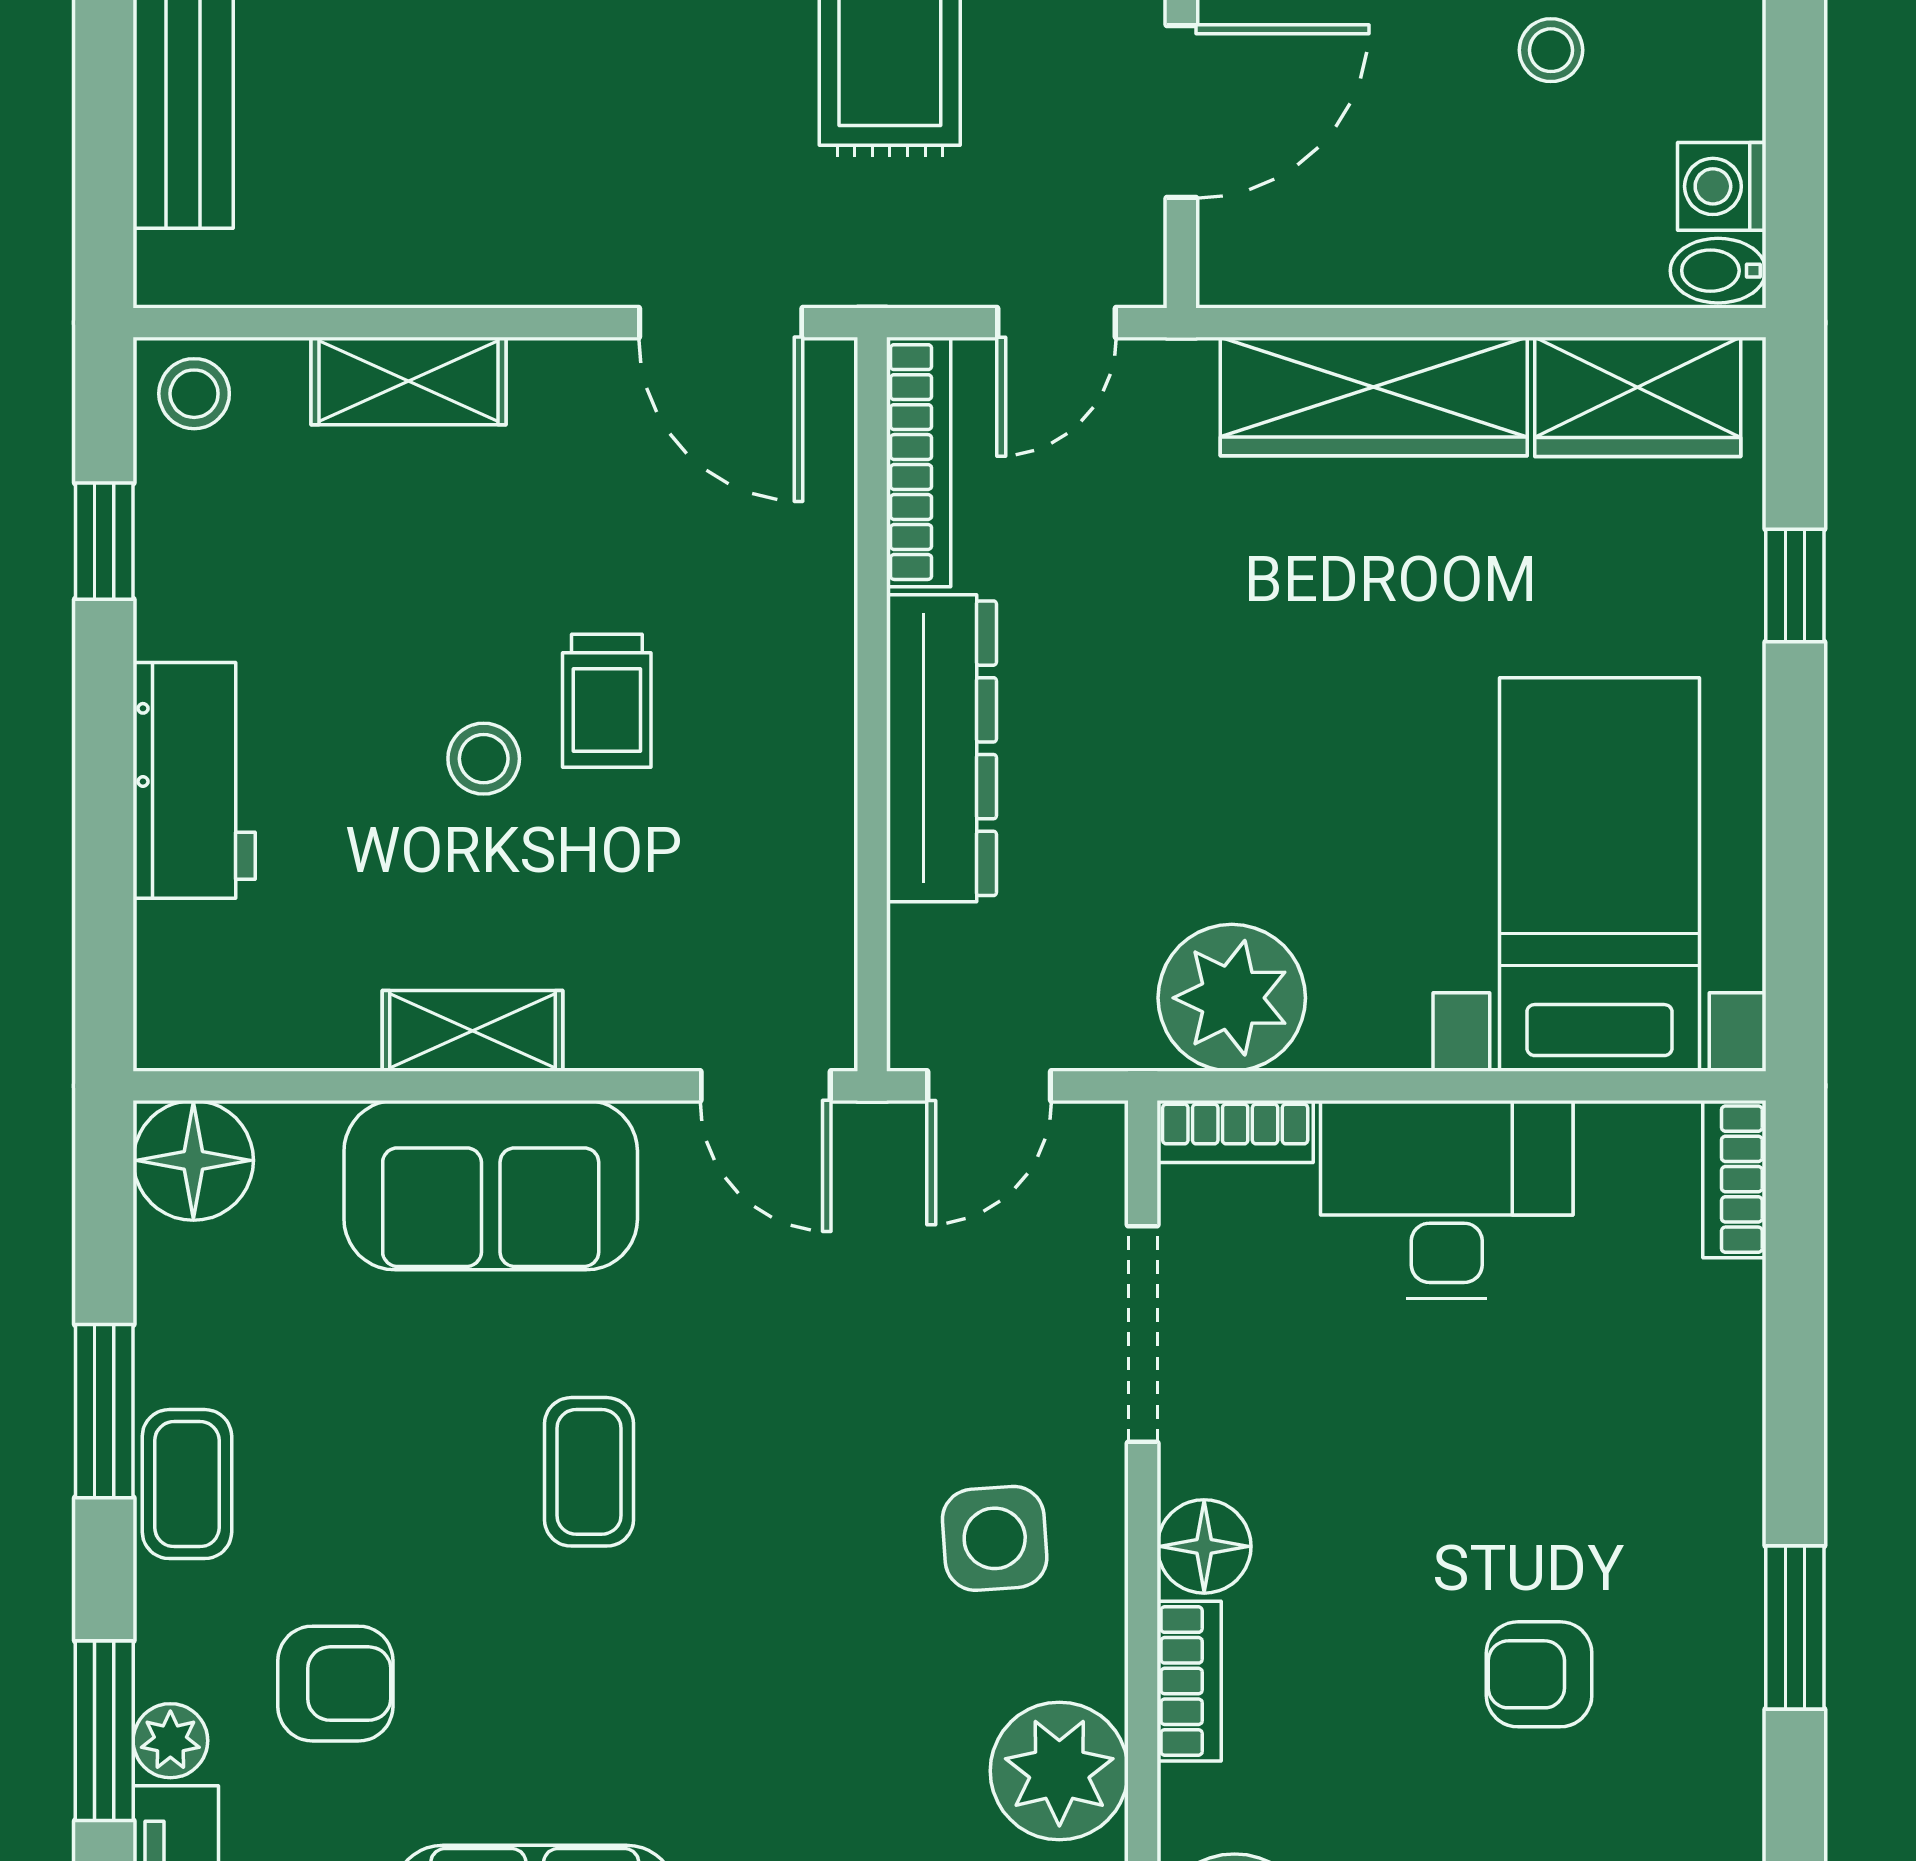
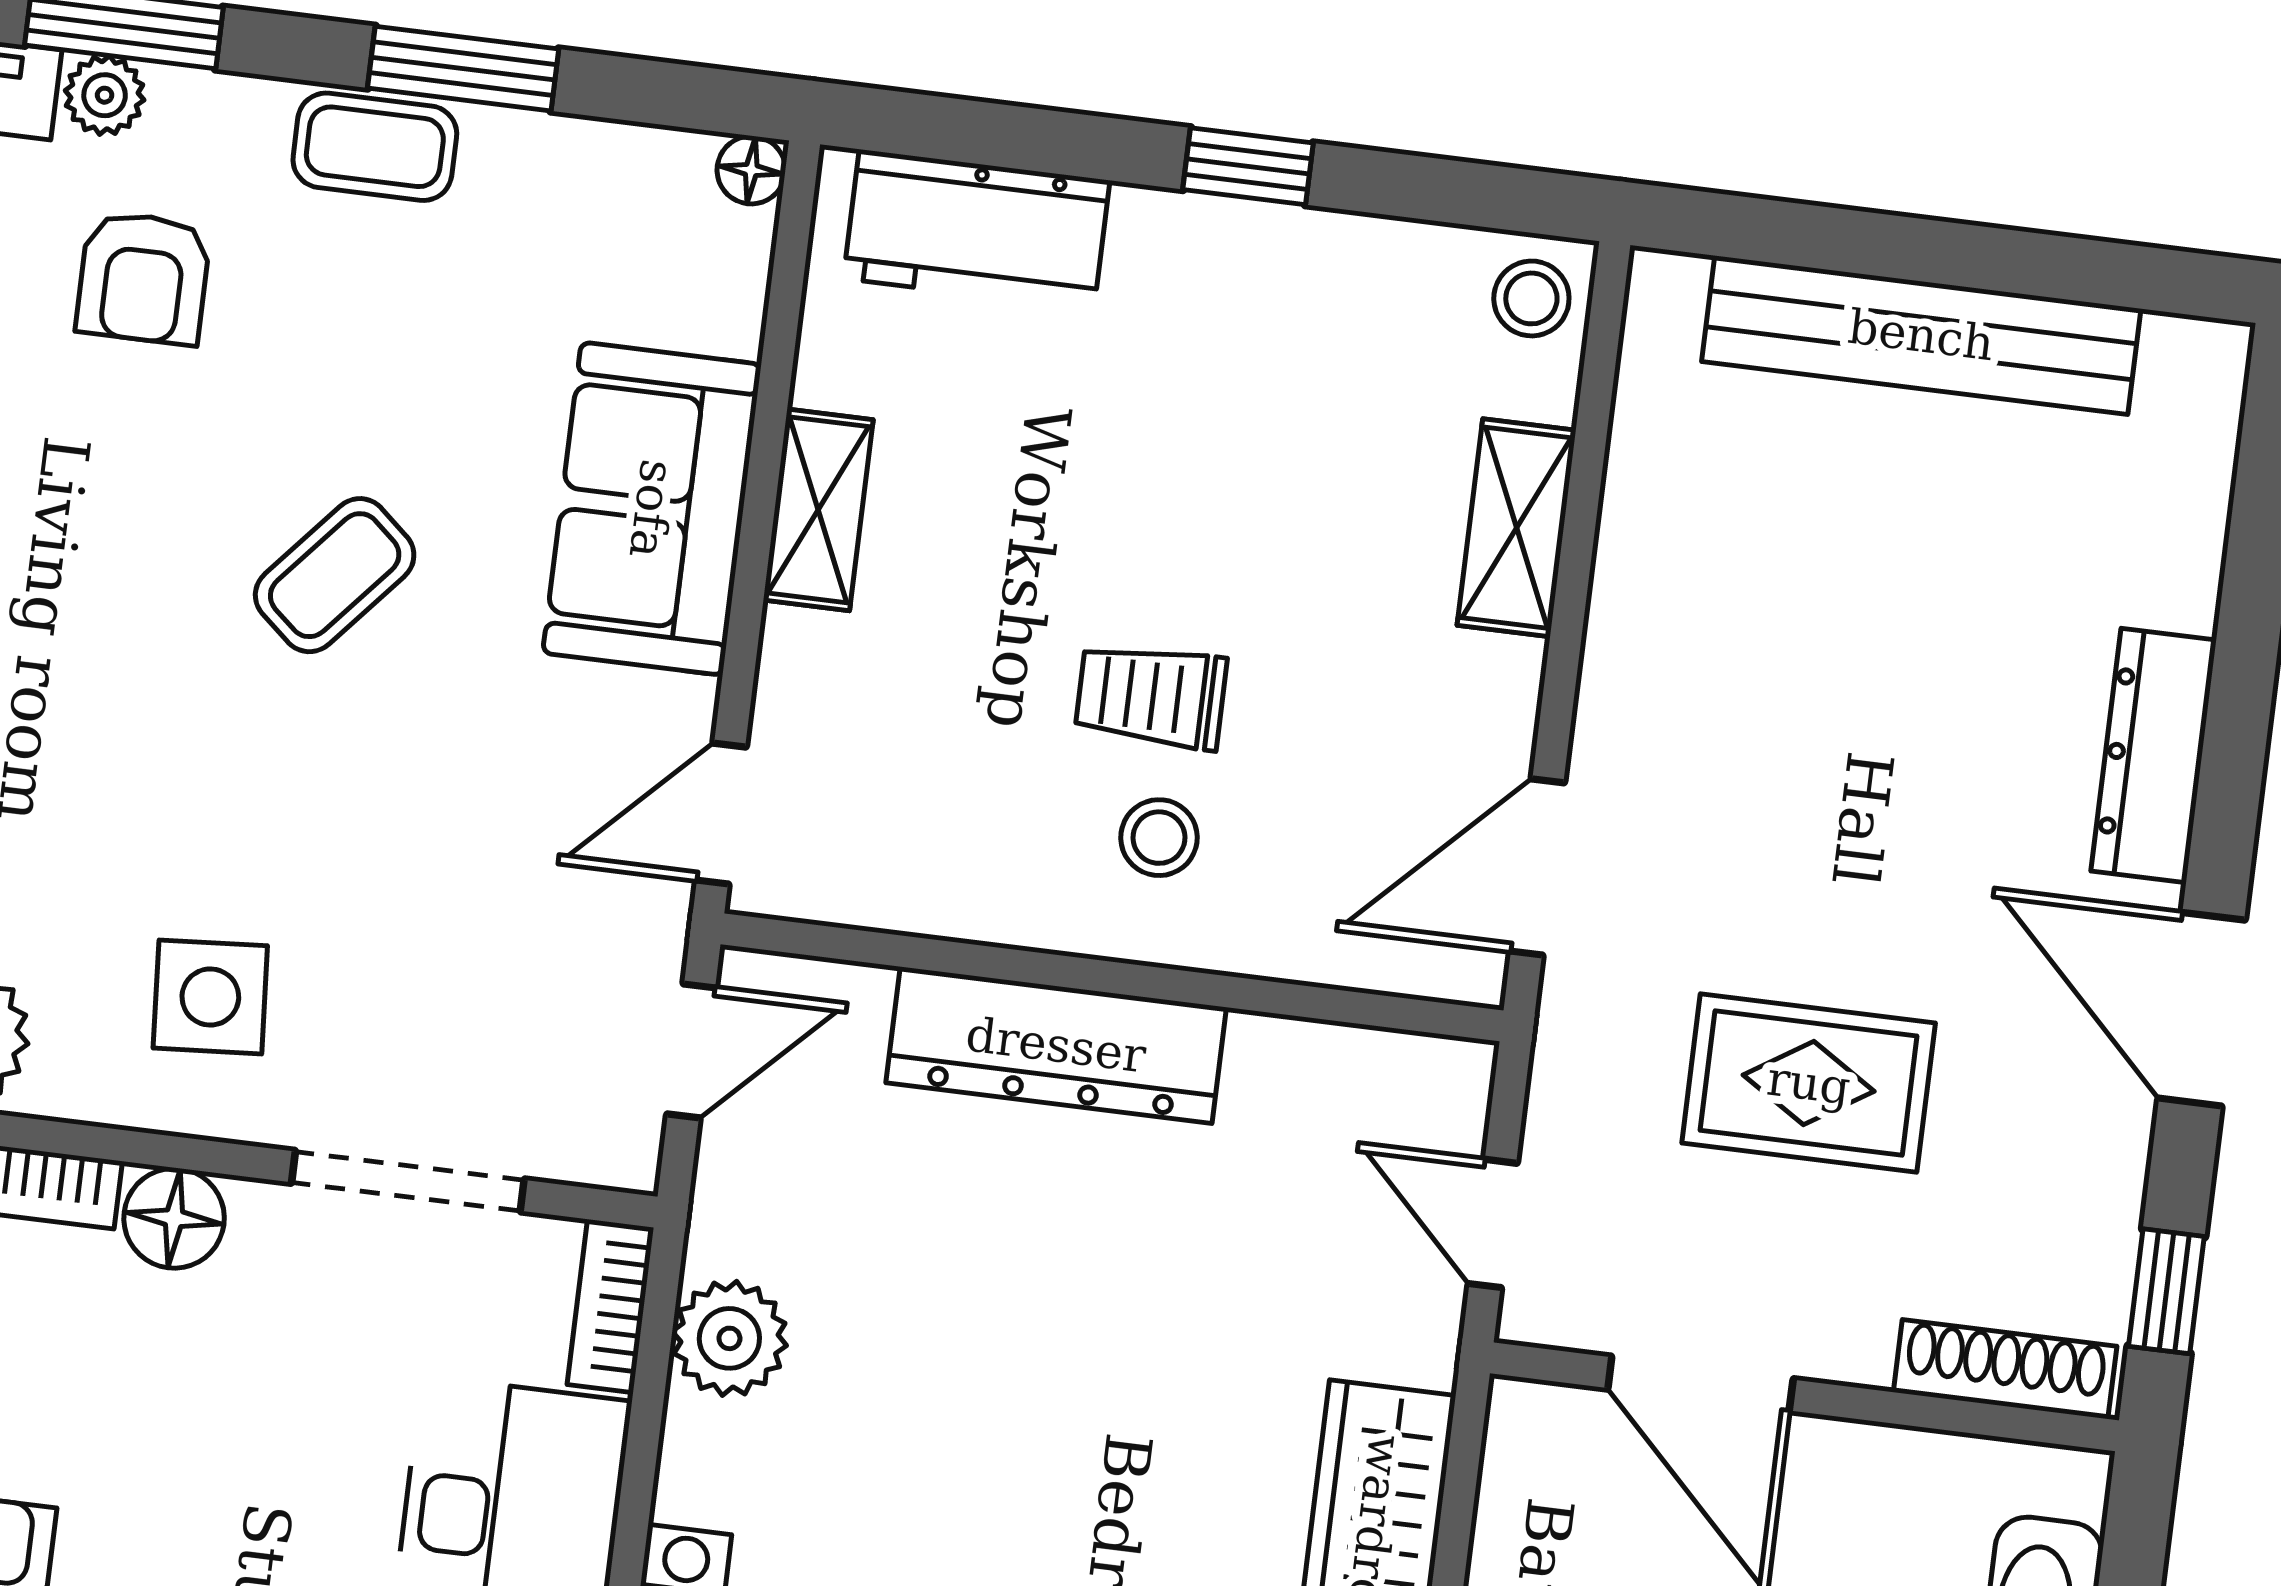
bookcase: (919, 462) -> (1363, 1059), removed
window: (104, 541) -> (1248, 166), moved
stool: (484, 759) -> (1159, 838), moved
workbench: (194, 780) -> (976, 229), moved
plant: (1232, 998) -> (729, 1338), width x0.73, depth x0.73
door: (989, 1086) -> (691, 1051), swing flipped
floor lamp: (193, 1160) -> (751, 170), width x0.53, depth x0.53
coffee table: (589, 1472) -> (335, 575), turned -49

